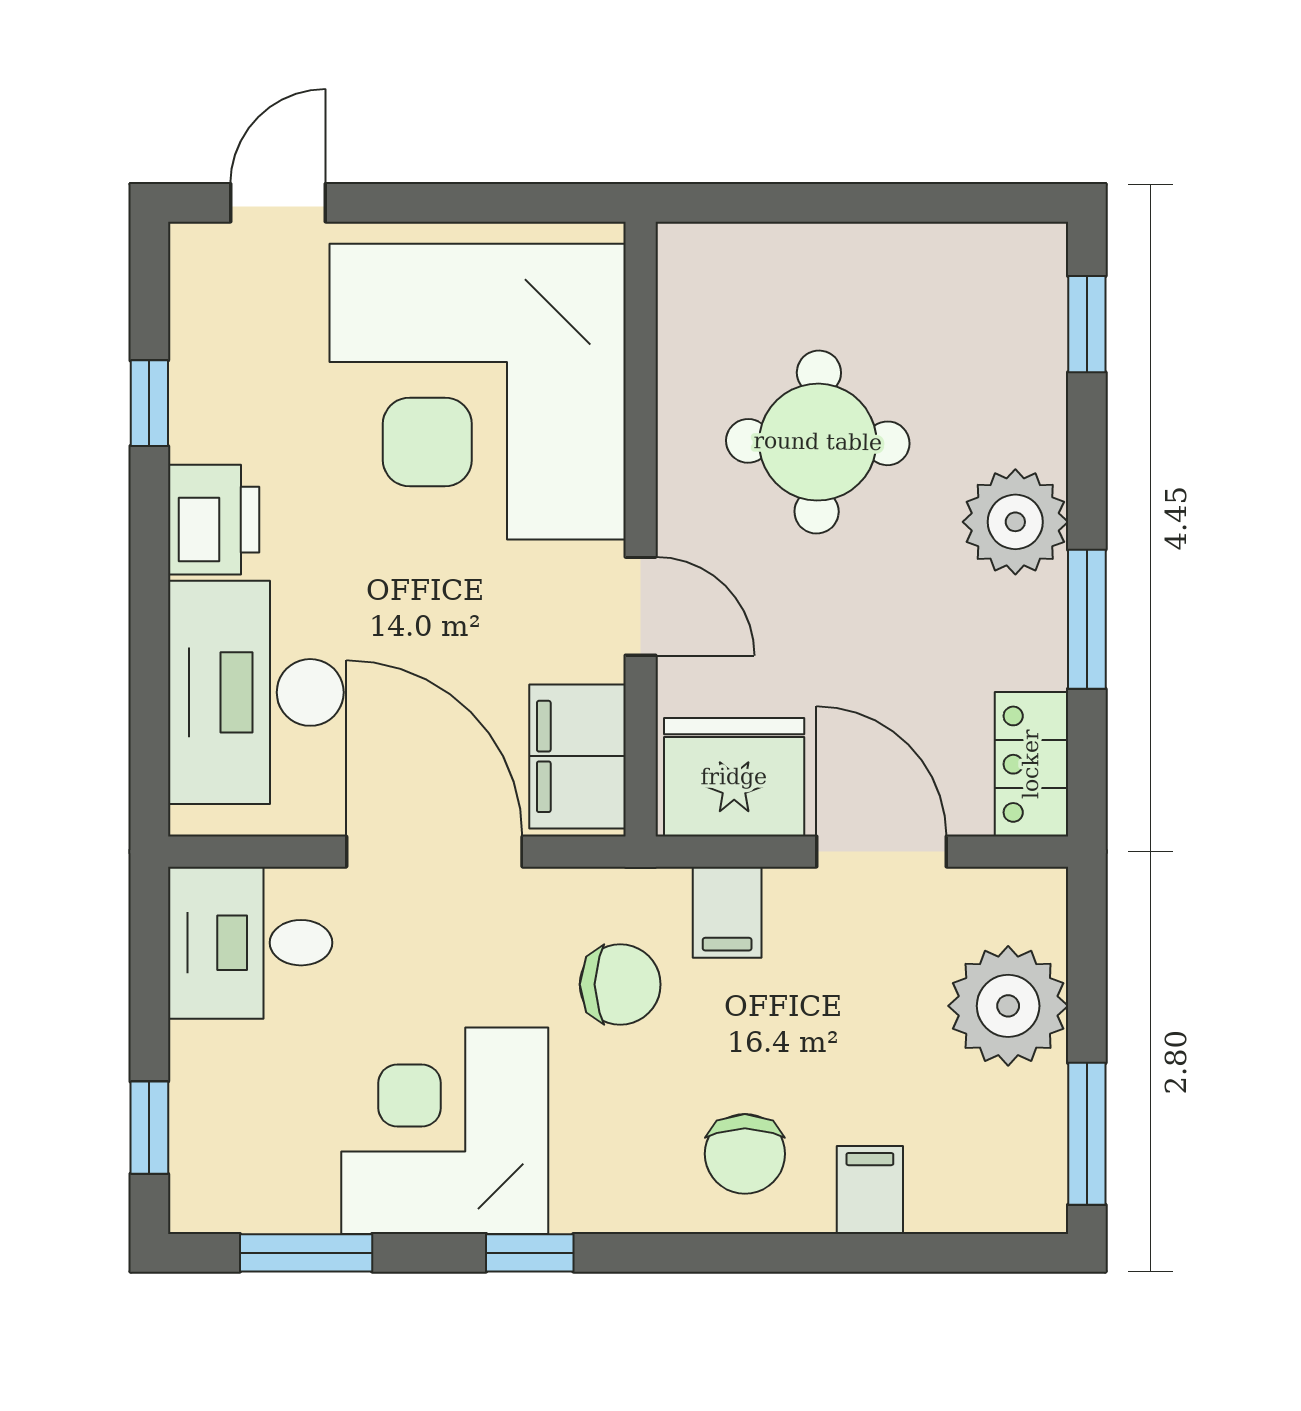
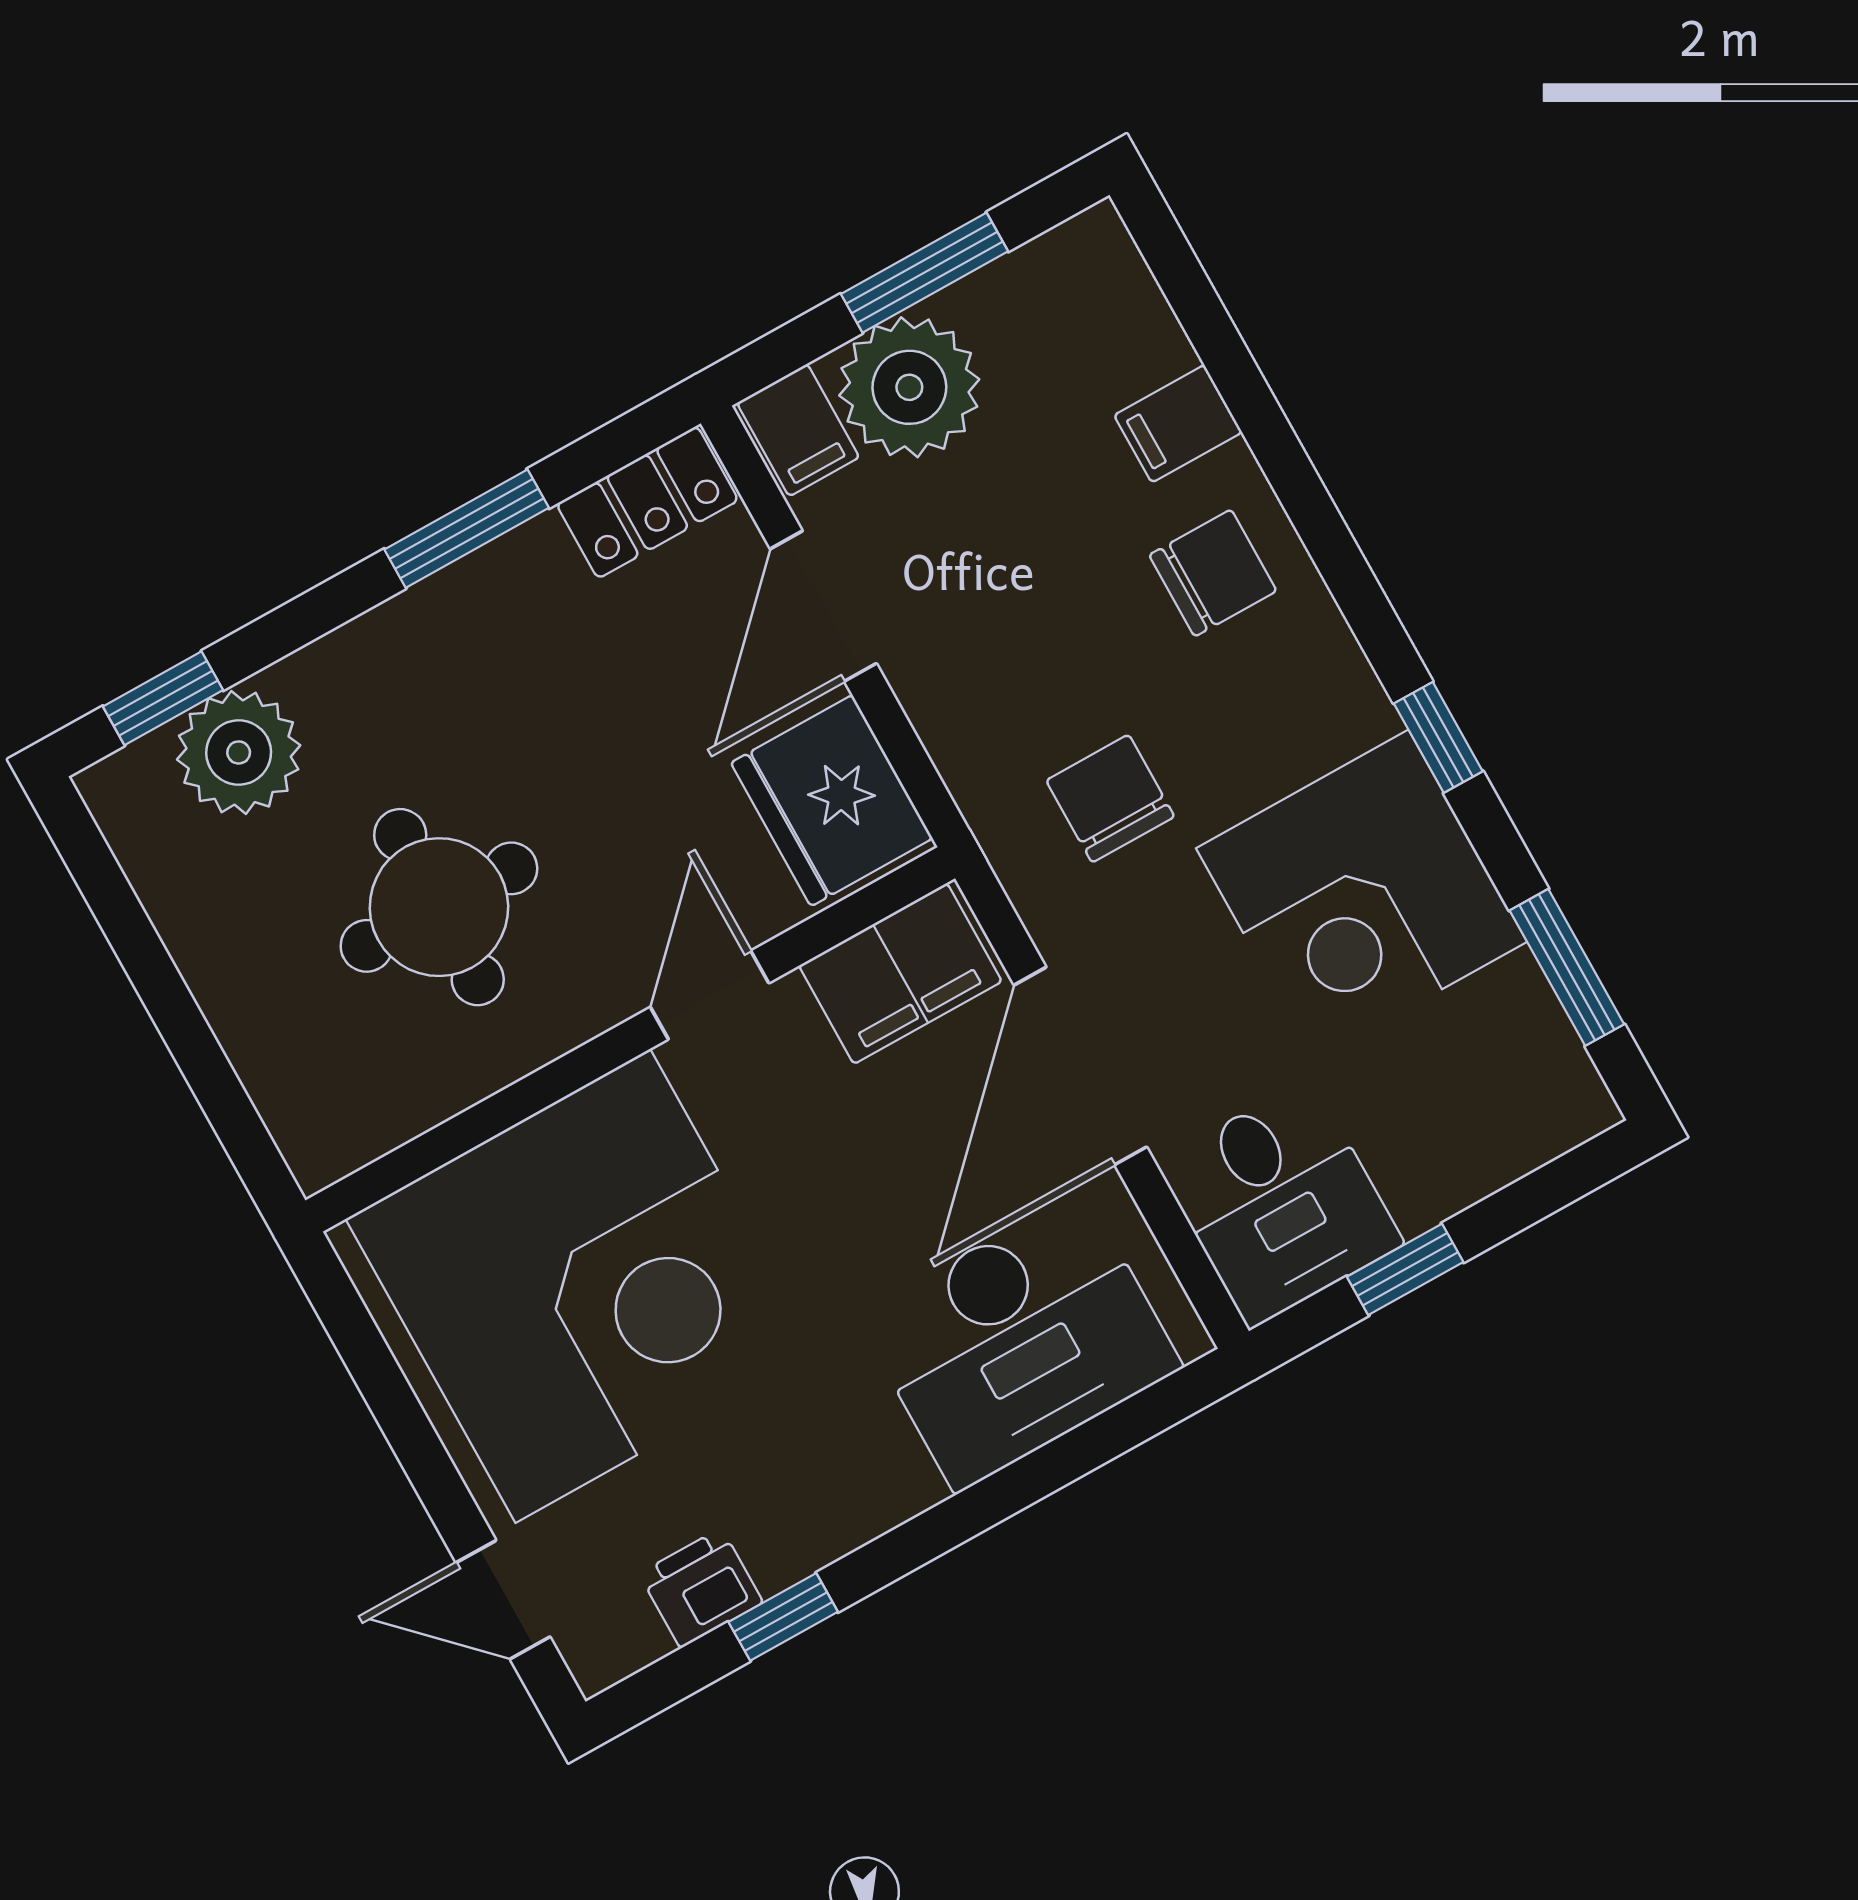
printer: (214, 520) -> (701, 1588), moved, width x0.73, depth x0.81
plant: (1015, 522) -> (239, 752), moved
filing cabinet: (727, 912) -> (798, 430), moved, turned 90
window: (149, 1128) -> (1405, 1269), moved
window: (1087, 1134) -> (924, 273), moved

